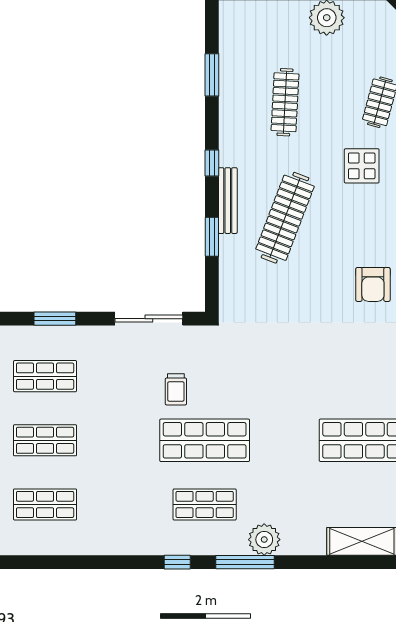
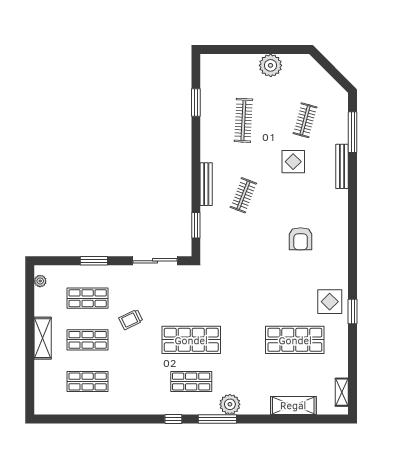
window: (212, 163) -> (196, 160), removed
clothes rail: (285, 218) -> (243, 195), width x0.54, depth x0.76
window: (212, 237) -> (196, 225), moved
trolley: (176, 389) -> (131, 319), moved, turned 64

